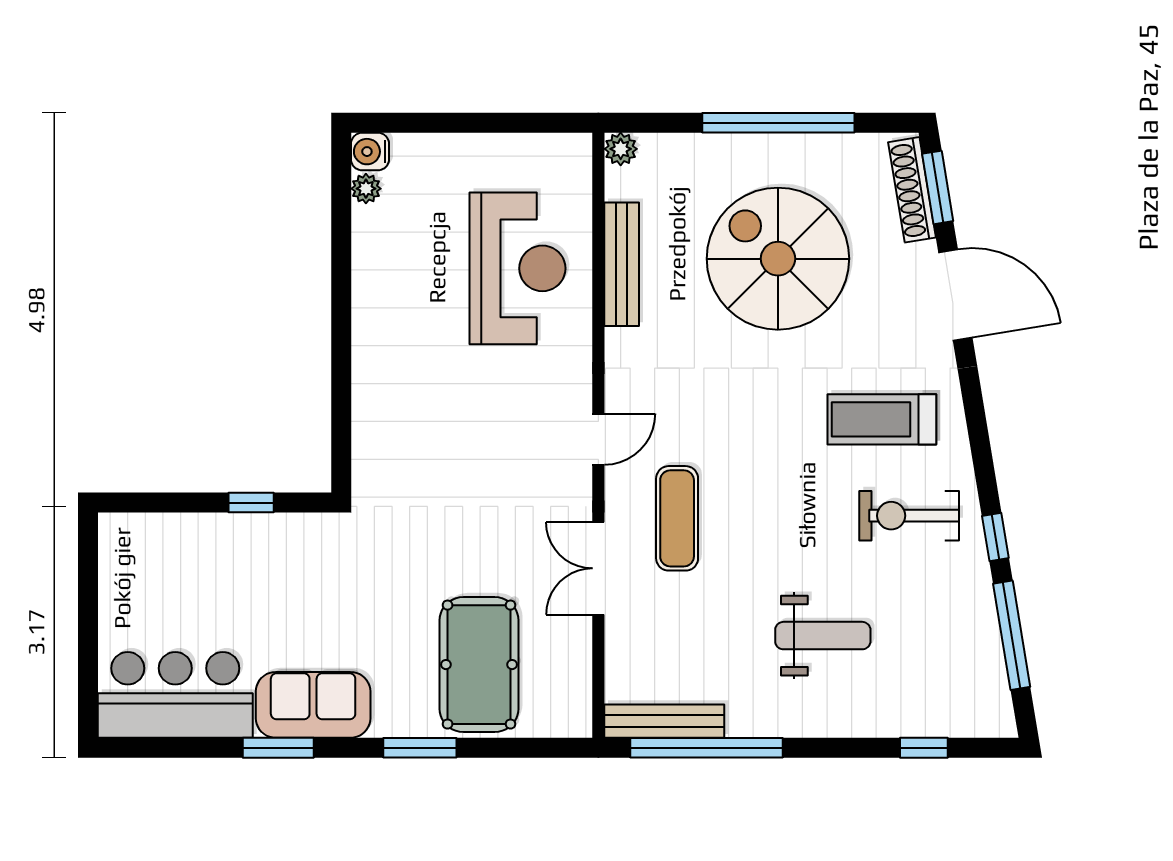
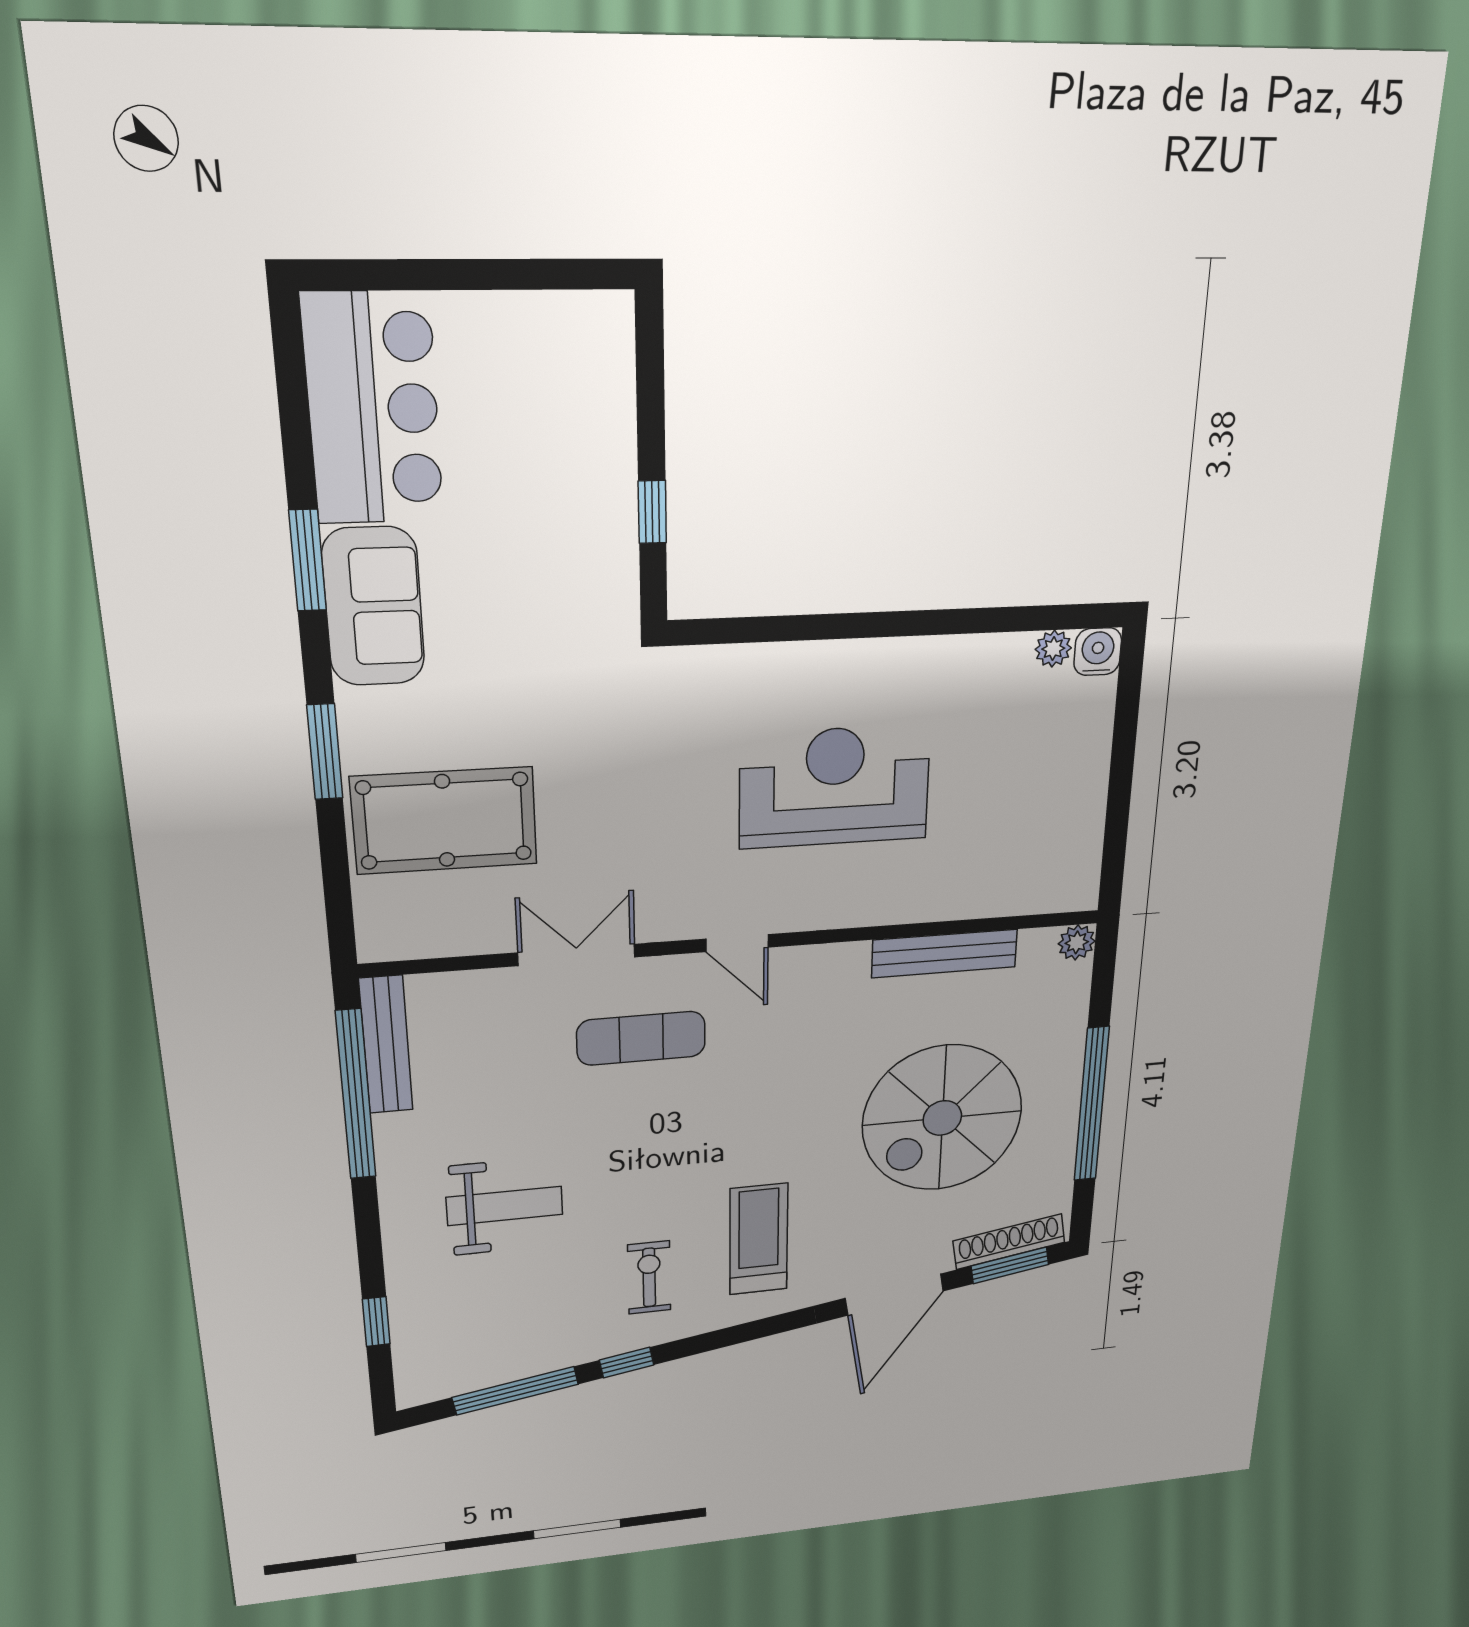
spiral stairs: (778, 259) -> (942, 1118), turned 180
reception desk: (518, 268) -> (835, 787), moved, turned 180
exercise bike: (909, 516) -> (649, 1278), width x0.73, depth x0.72
weight bench: (823, 636) -> (505, 1206), turned -90

